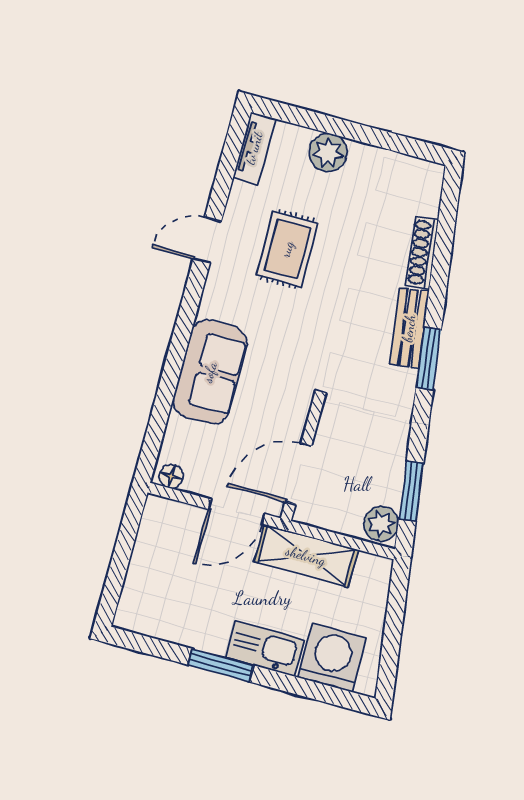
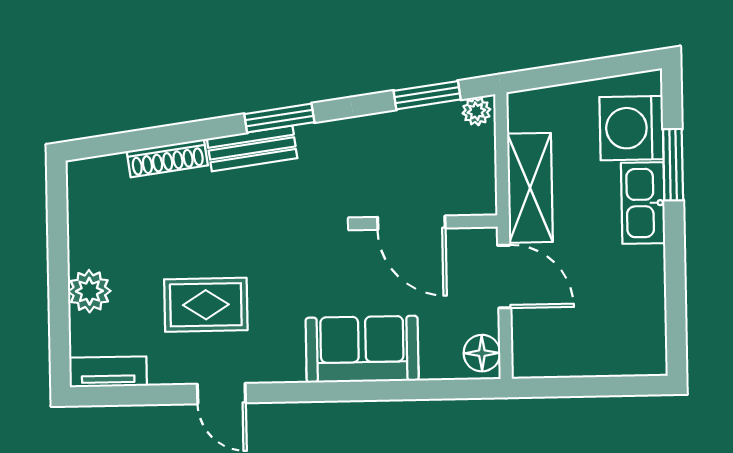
door: (298, 474) -> (411, 223), moved
floor lamp: (171, 476) -> (482, 353), width x1.37, depth x1.37
plant: (381, 524) -> (476, 111), width x0.73, depth x0.73
window: (221, 665) -> (673, 165), moved

